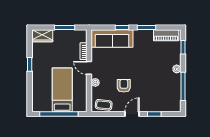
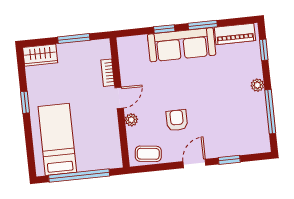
sofa: (112, 39) -> (182, 45), moved
door: (89, 68) -> (119, 98), swing flipped
bed: (62, 90) -> (57, 139), moved

